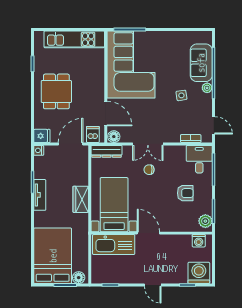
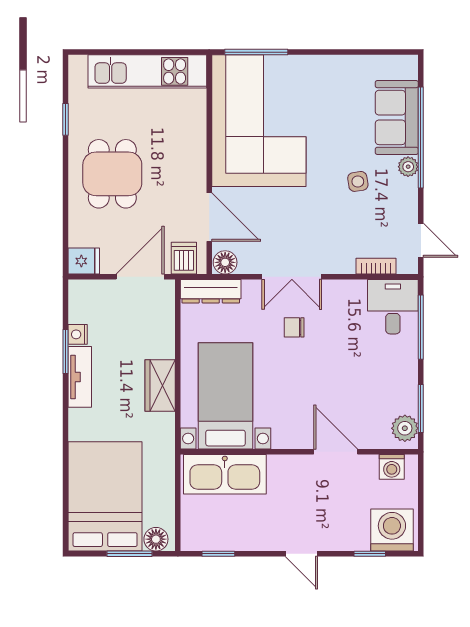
nightstand: (39, 150) -> (78, 334), moved
armchair: (185, 193) -> (365, 373), removed
door: (148, 233) -> (336, 452), moved

